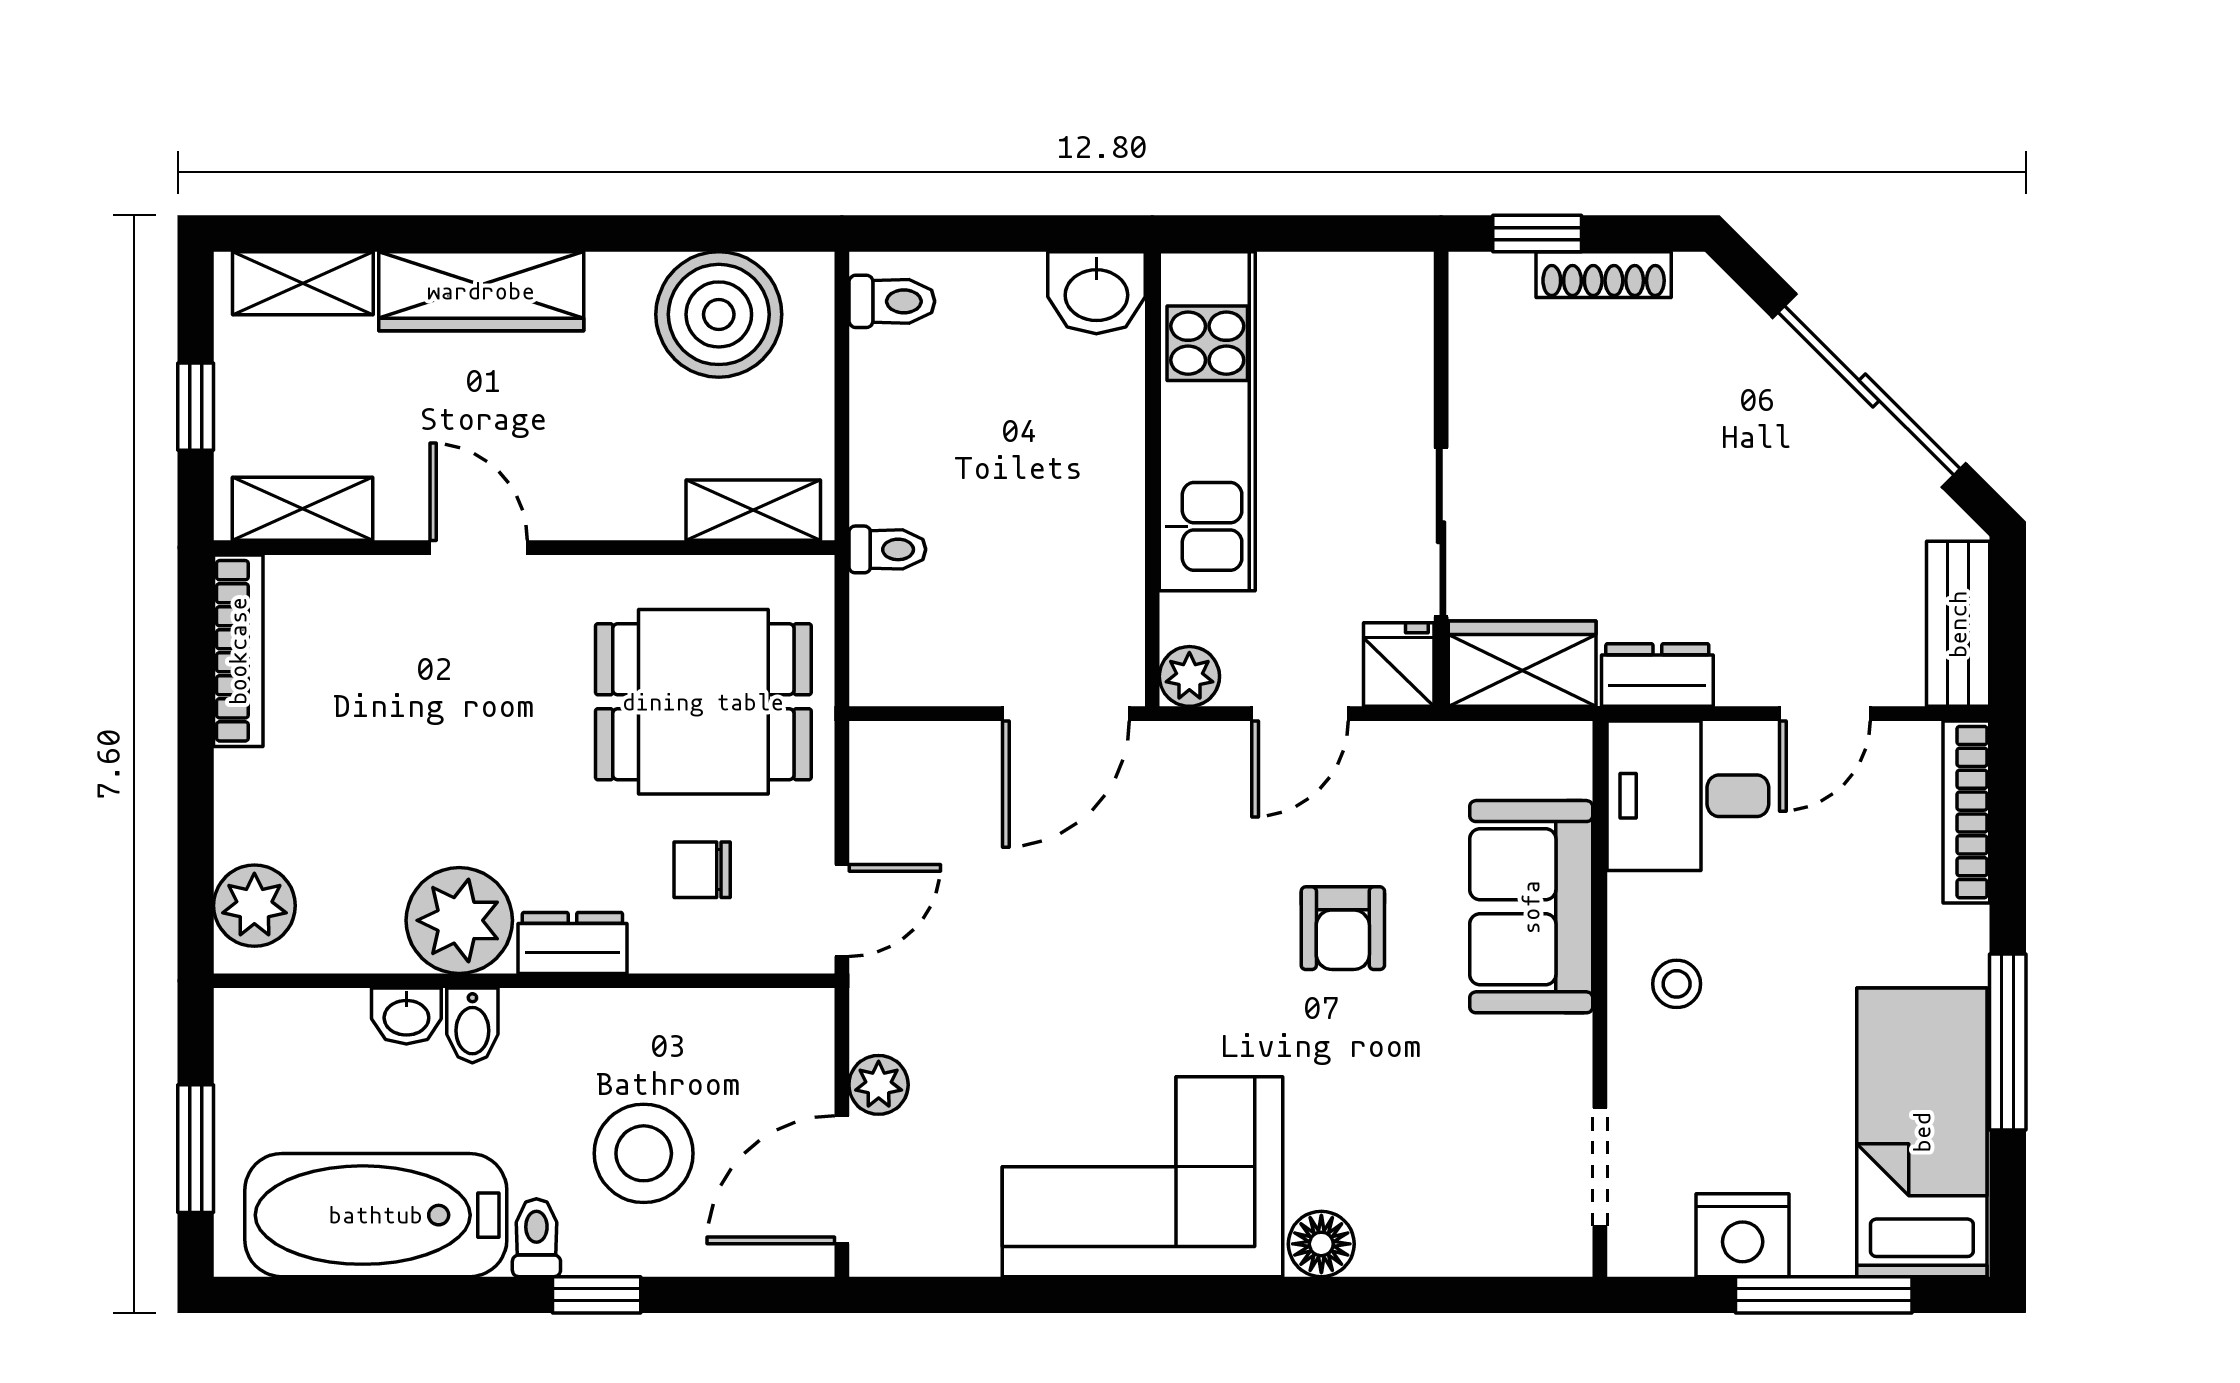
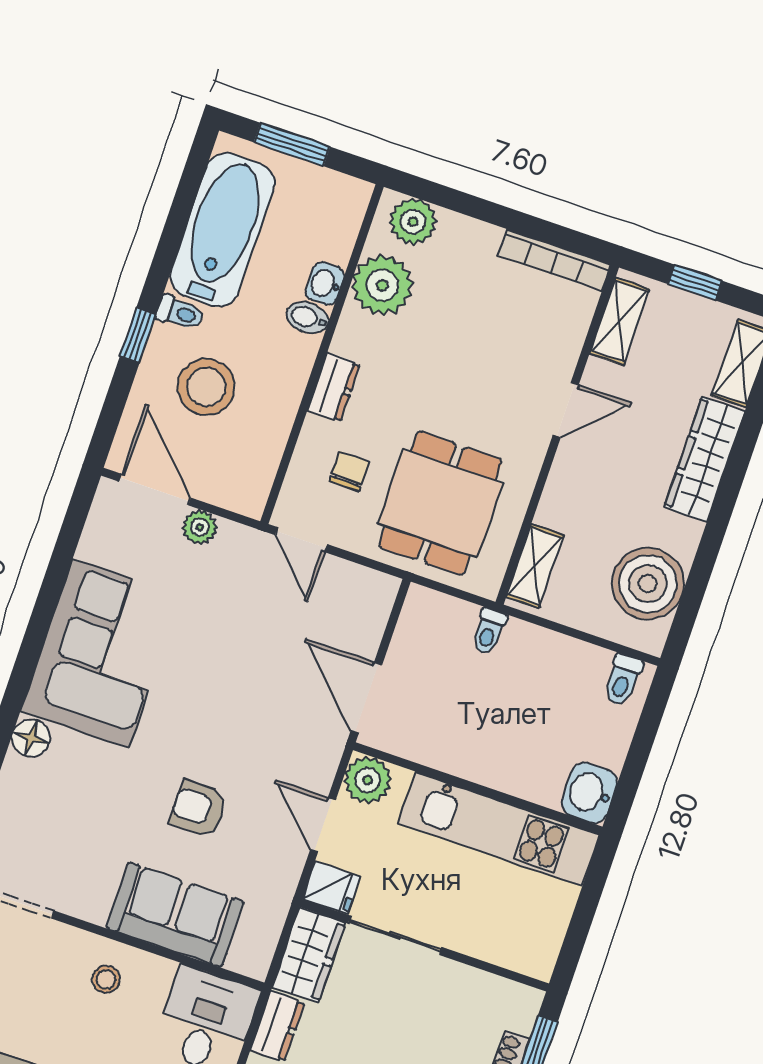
plant: (1189, 676) -> (368, 780), width x1.38, depth x1.38
plant: (459, 920) -> (382, 285), moved

